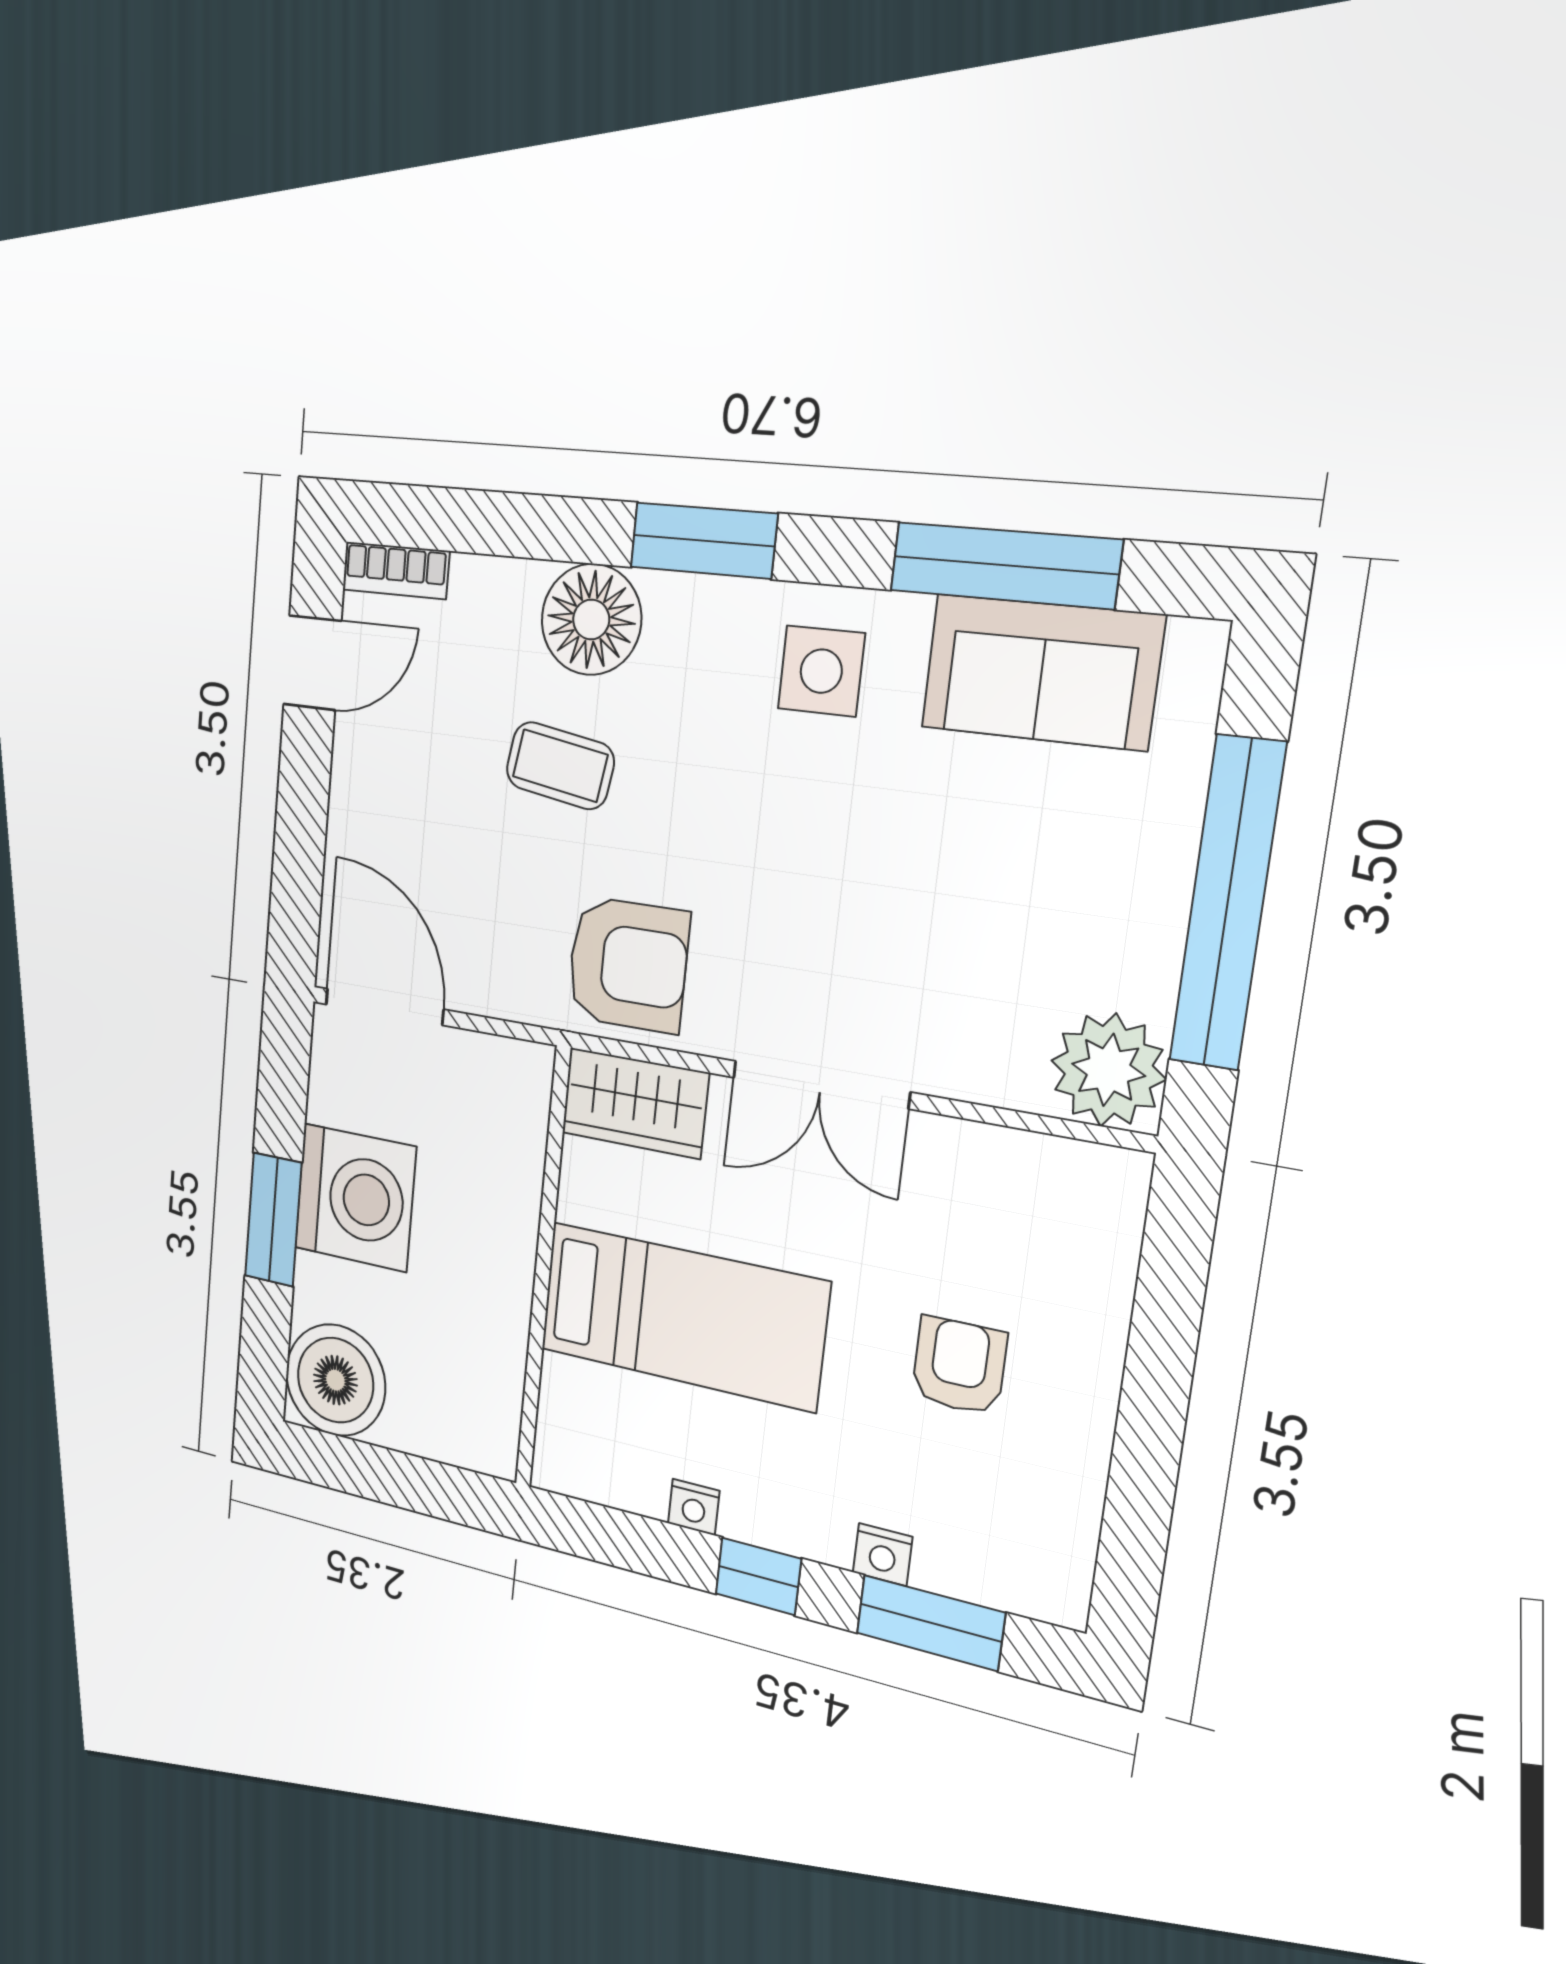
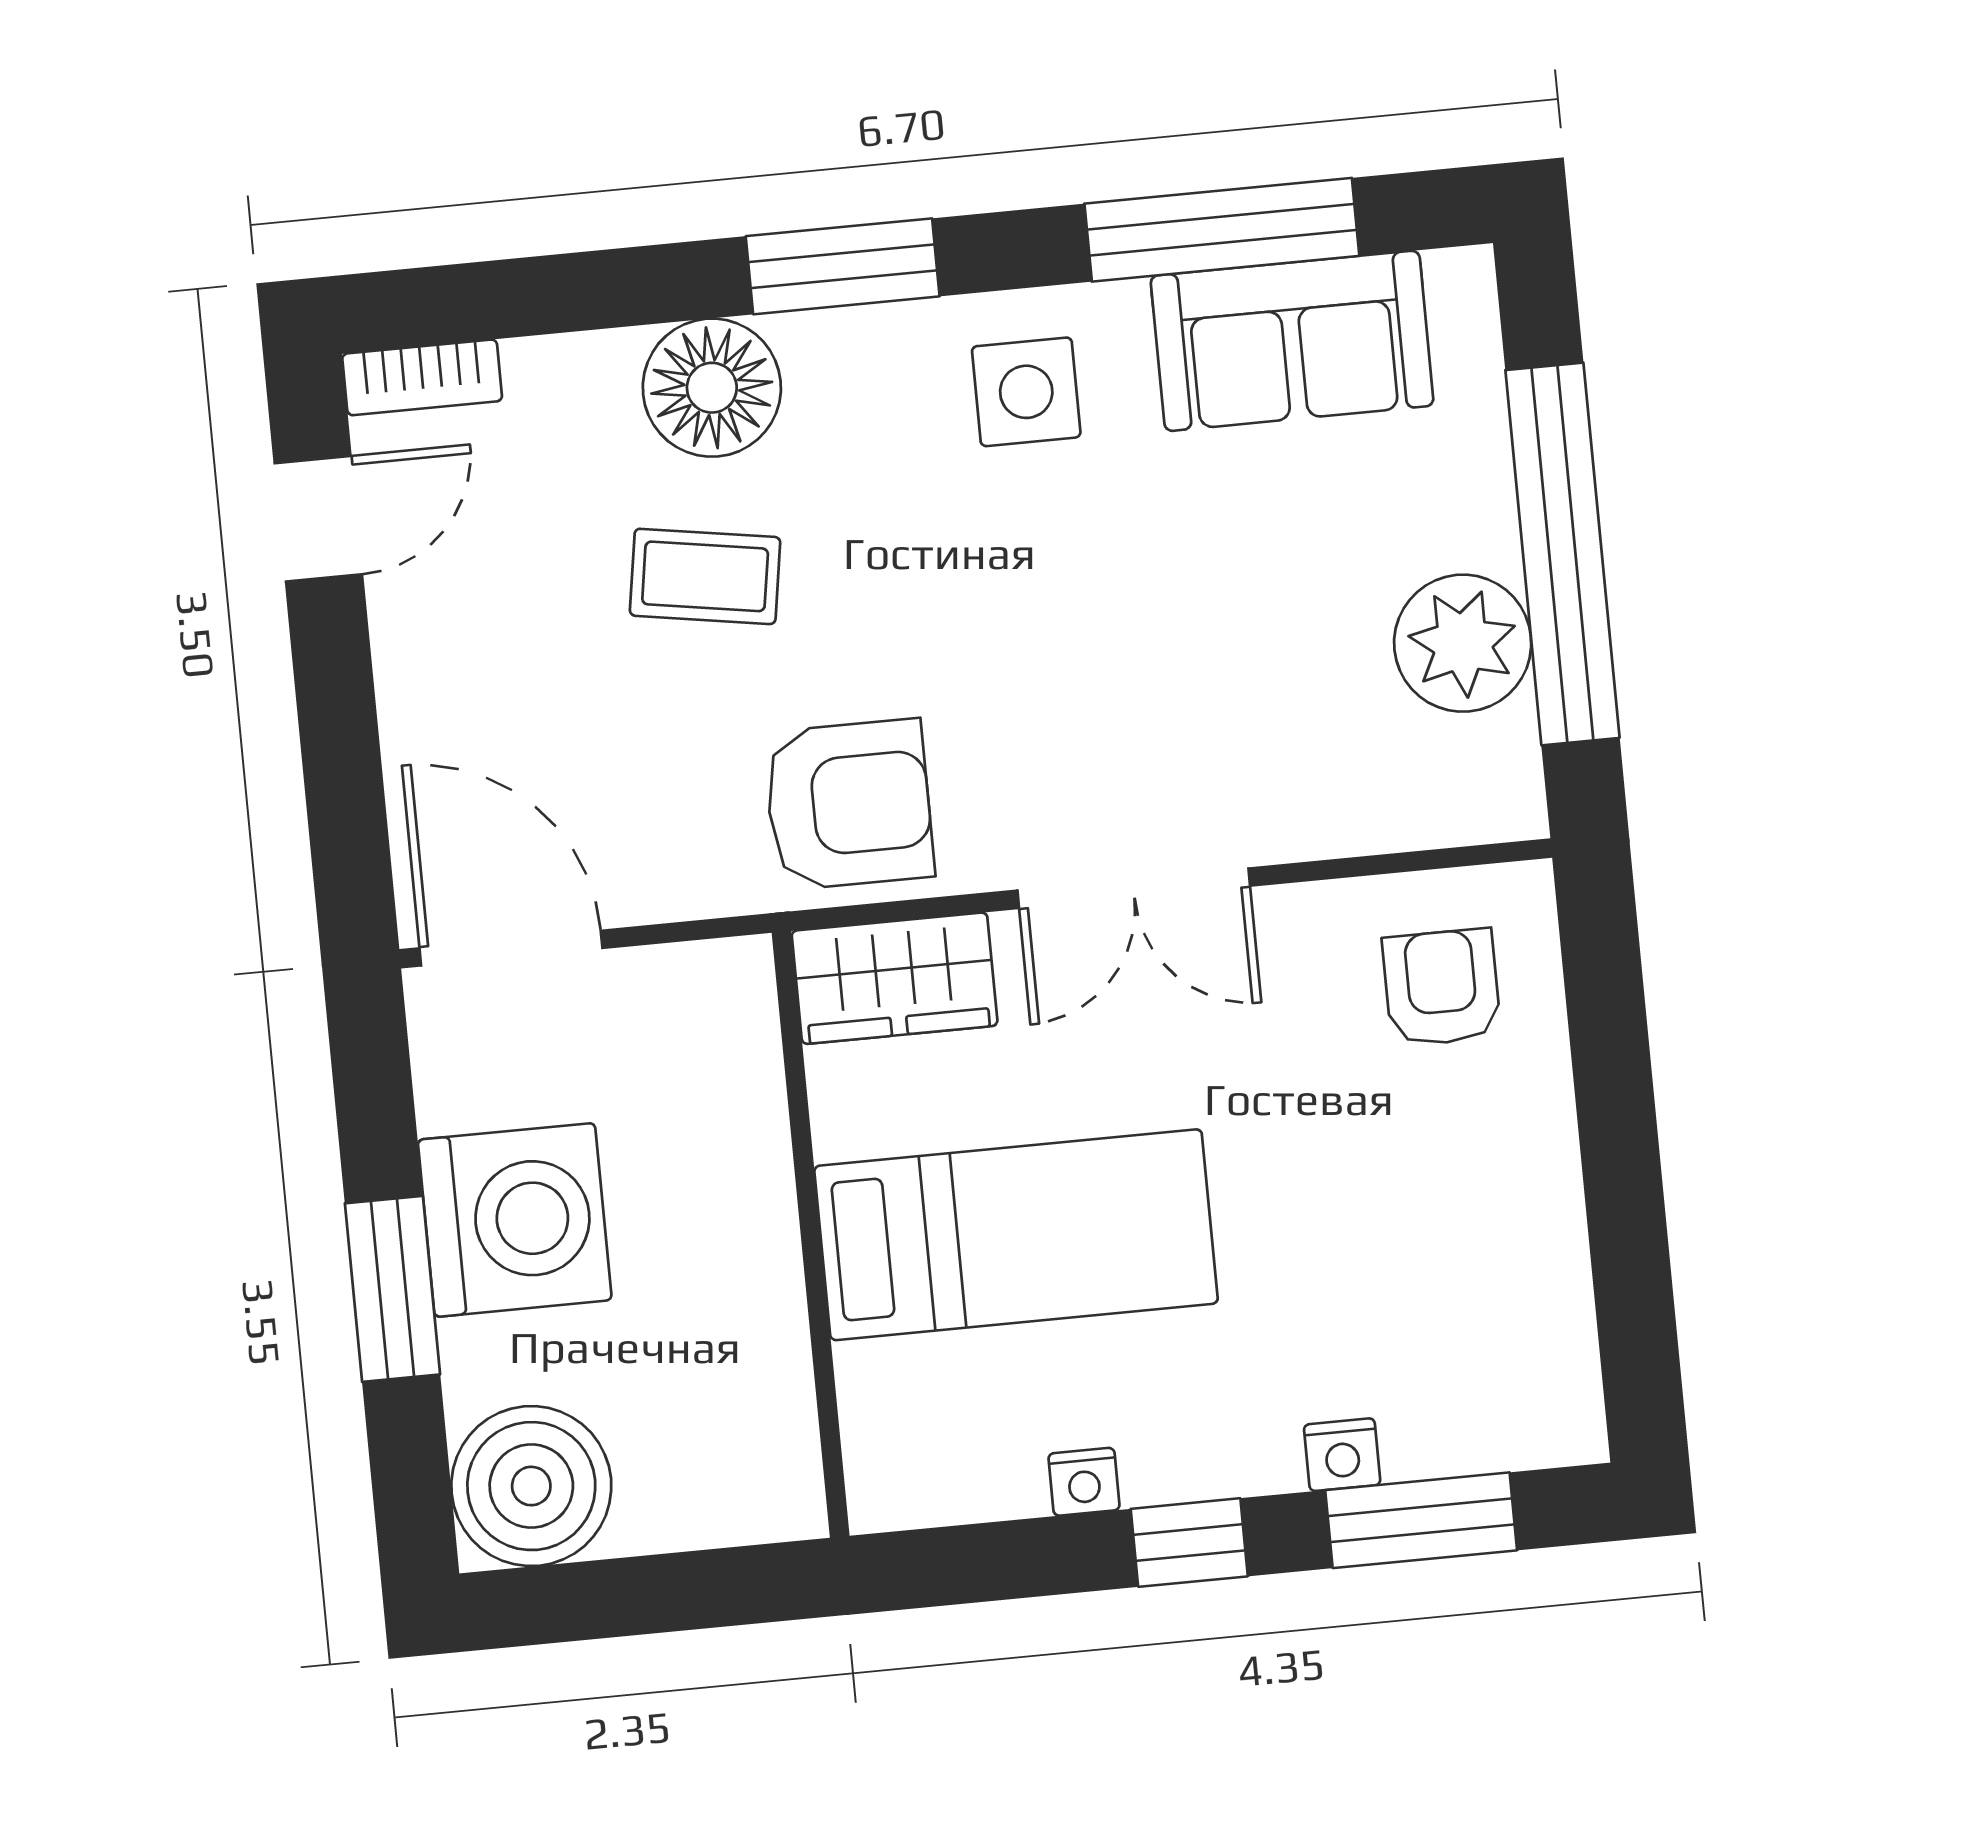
plant: (1109, 1070) -> (1463, 643), moved
armchair: (959, 1366) -> (1442, 988), moved

